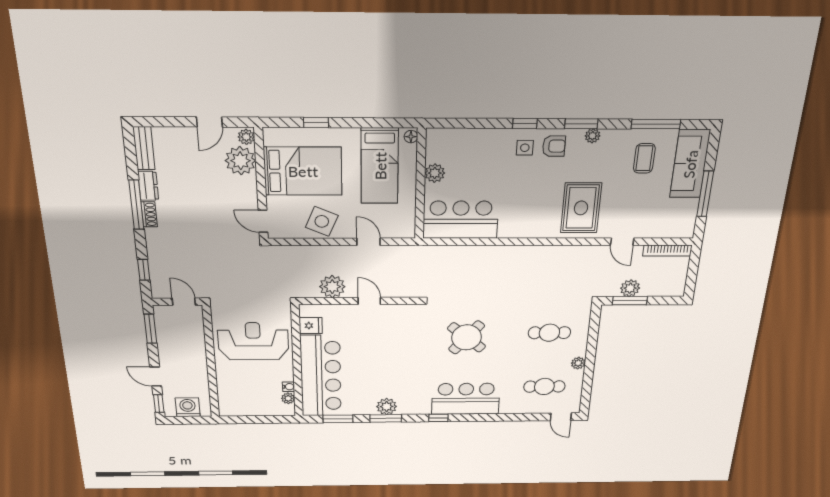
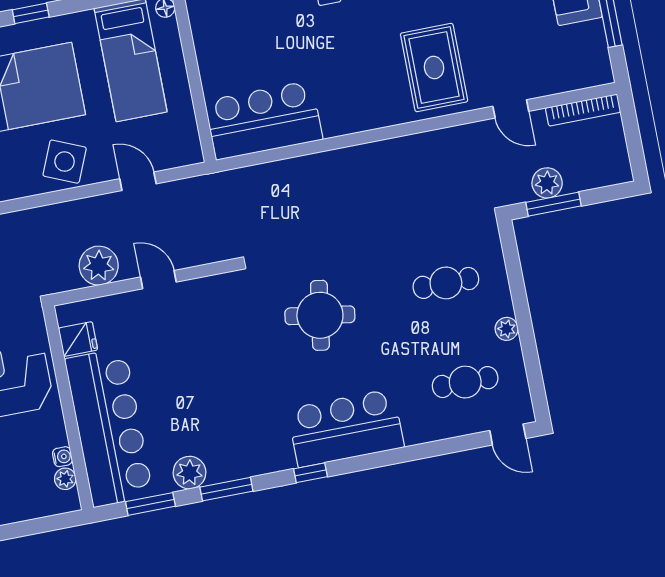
plant: (435, 173) -> (210, 55), removed
round table: (467, 337) -> (320, 315), turned -31
plant: (387, 407) -> (190, 473), moved

